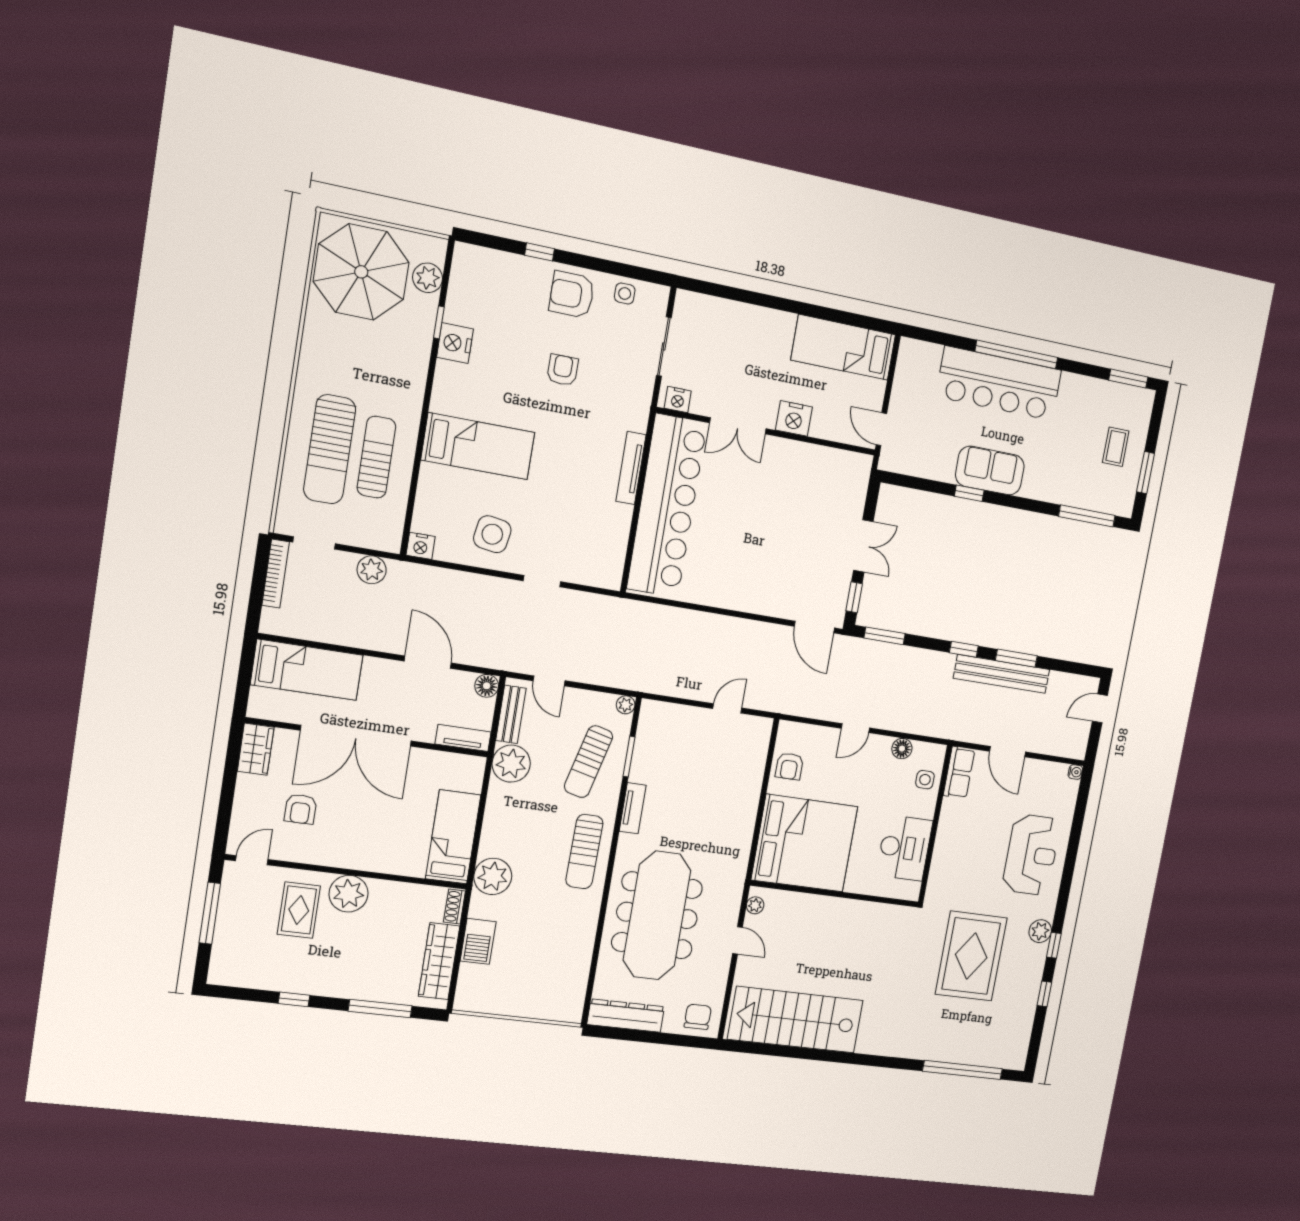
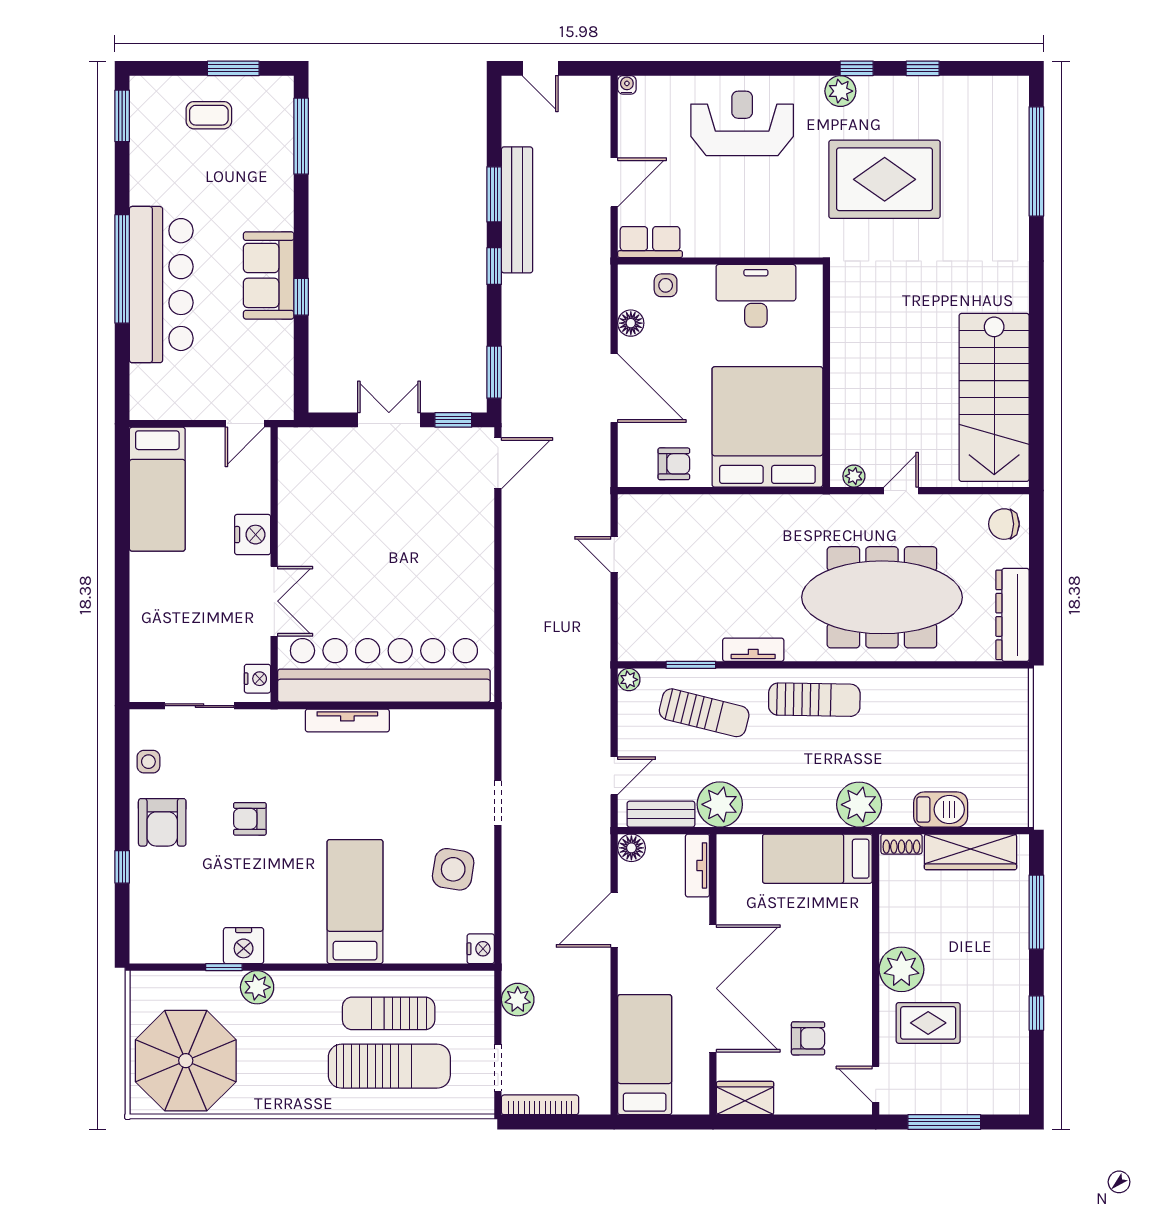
plant: (428, 278) -> (257, 987), moved
door: (855, 728) -> (614, 388), width x1.88

